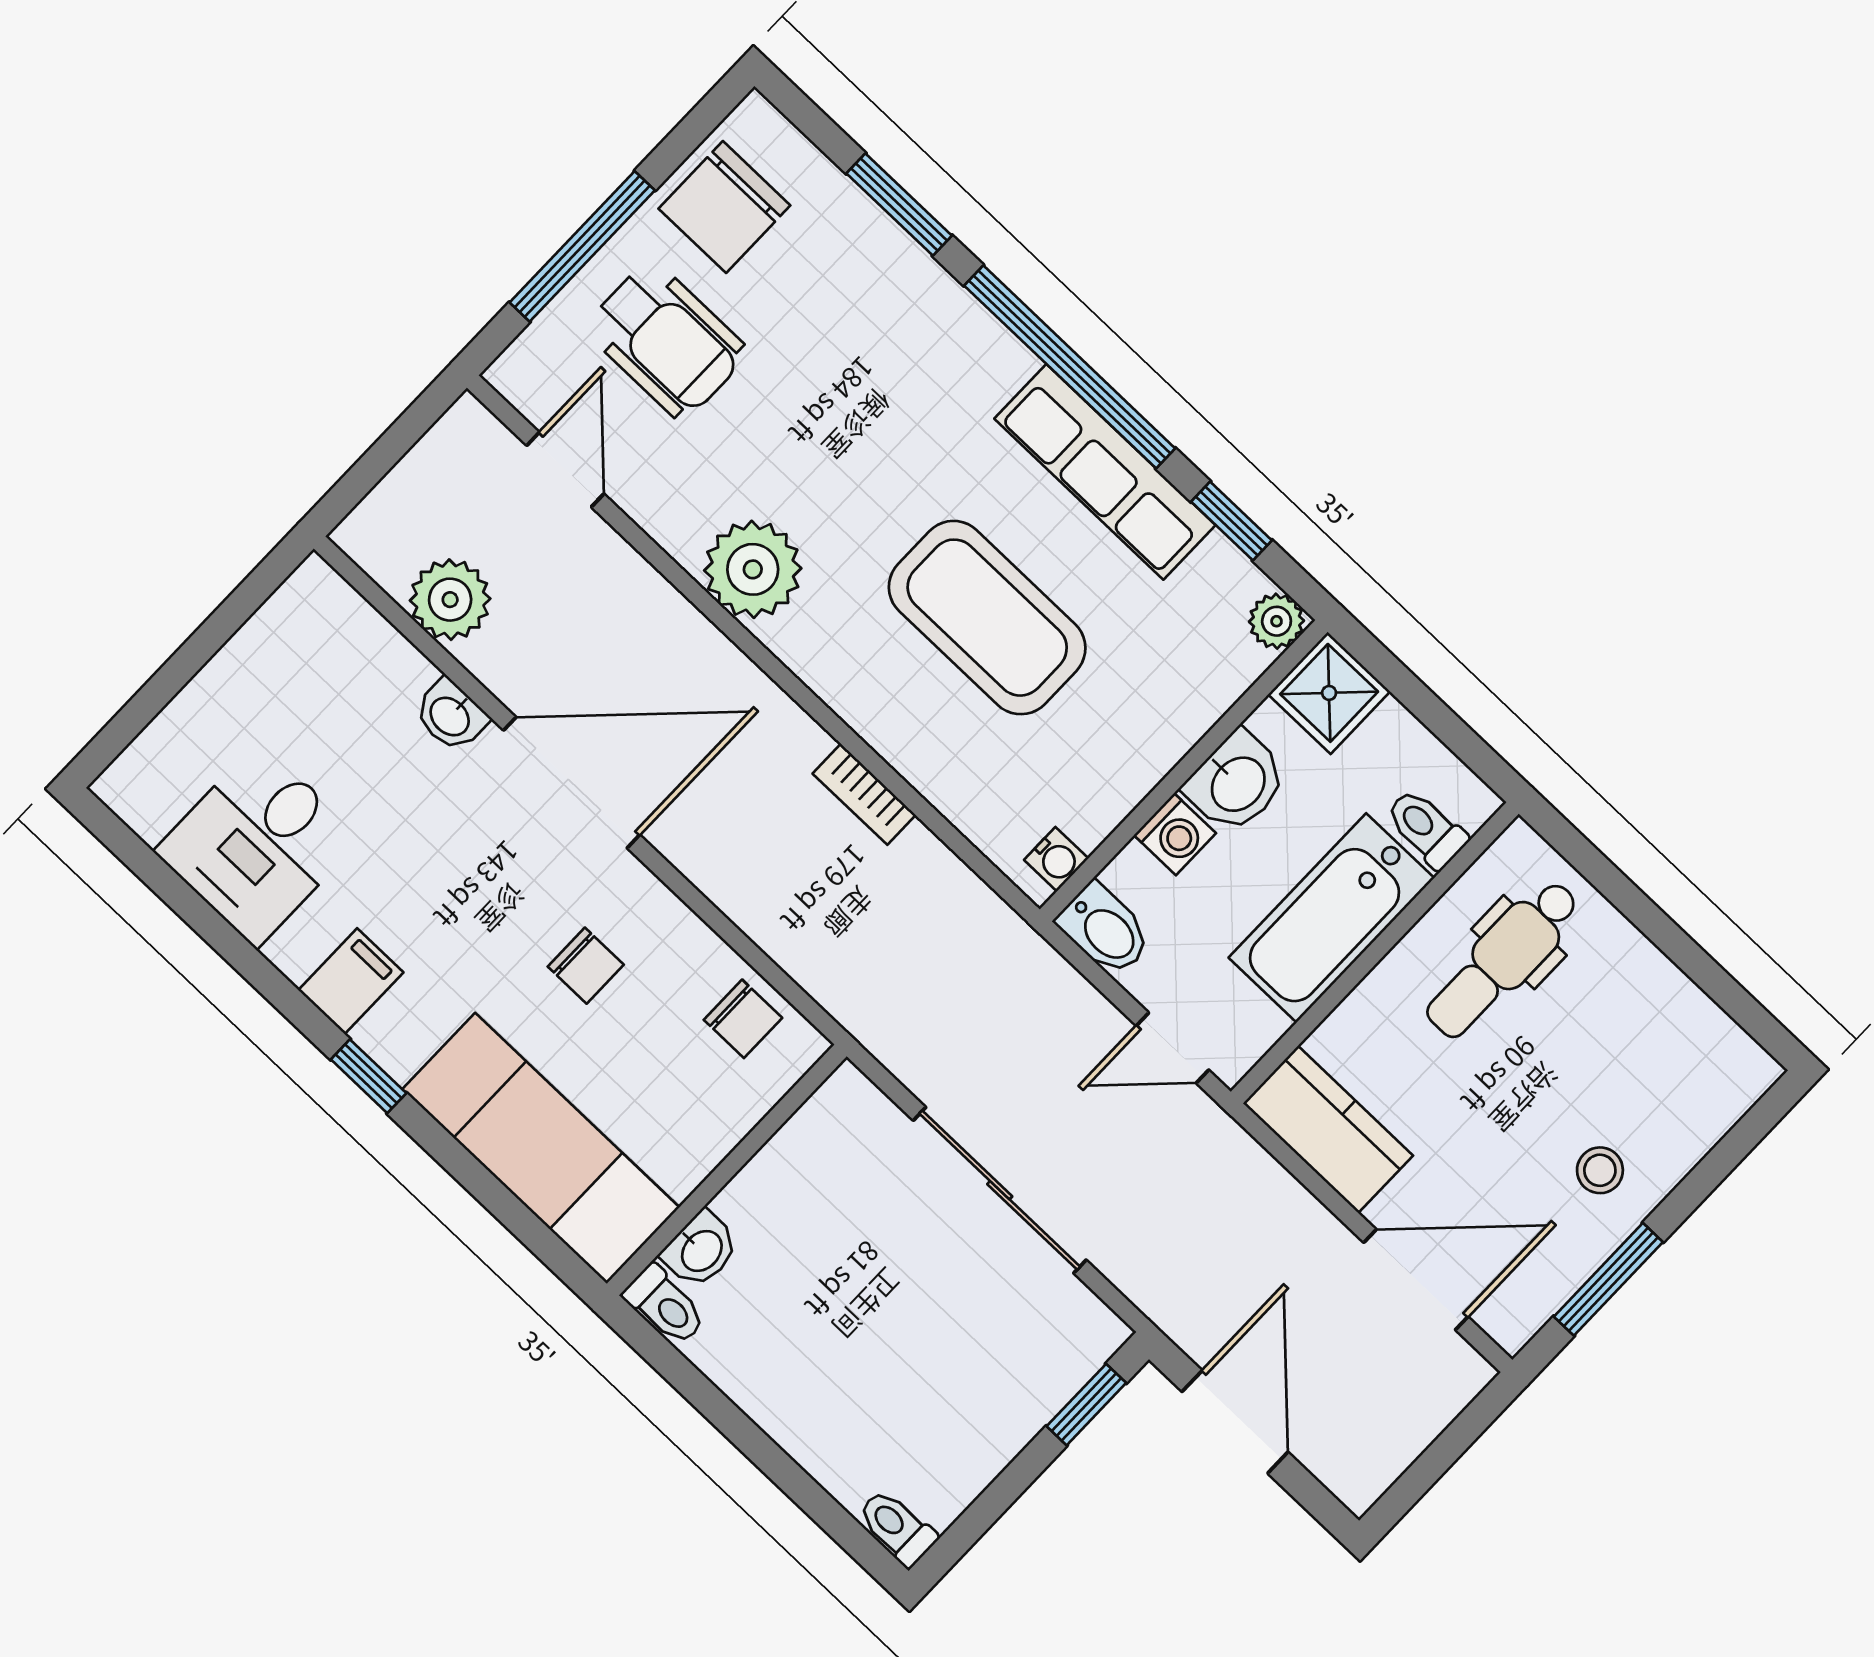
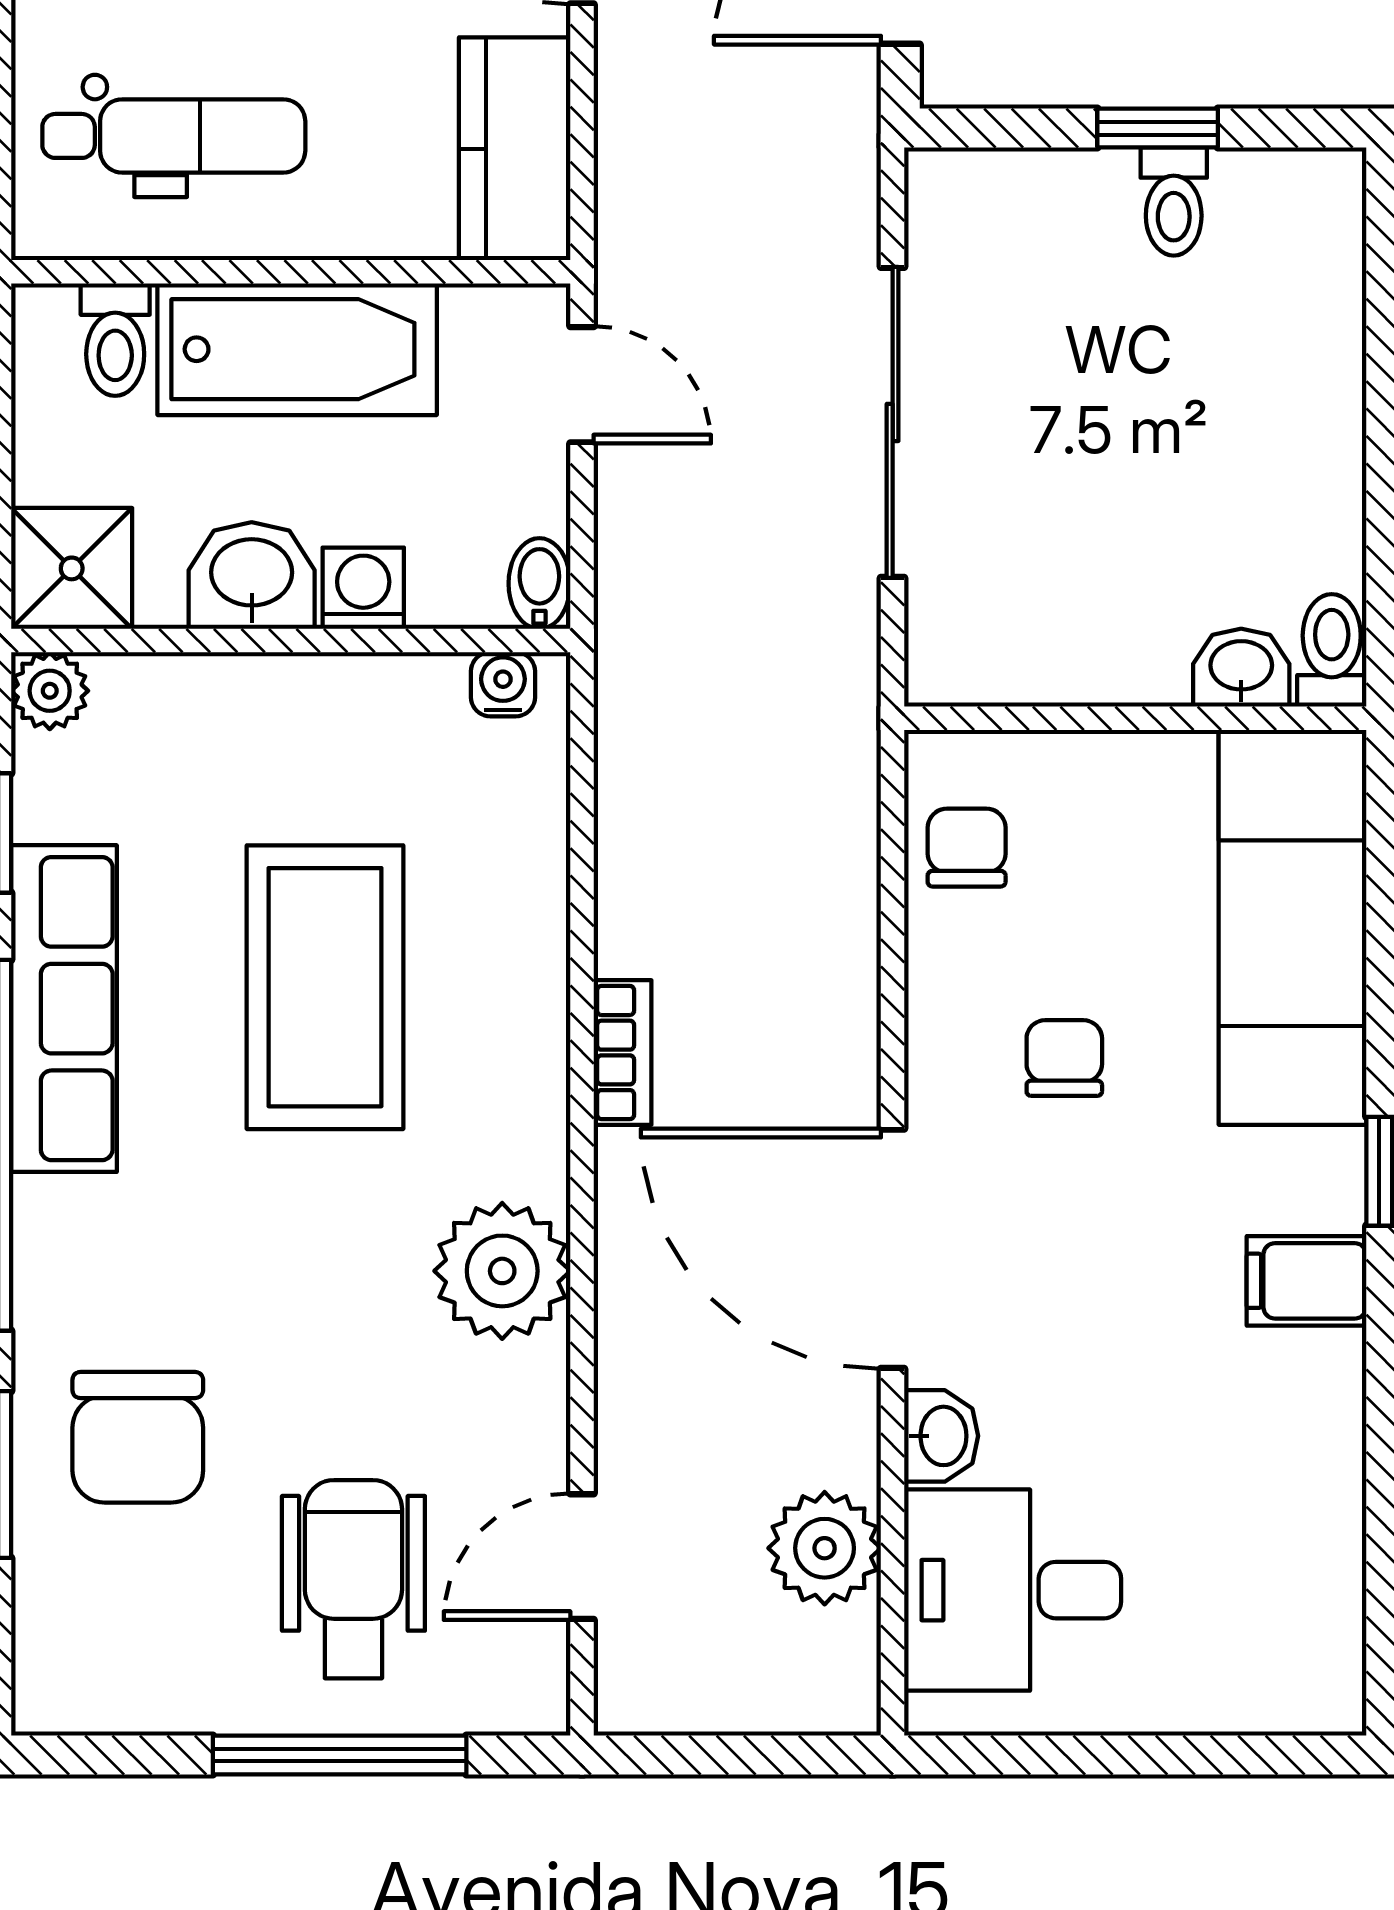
chair: (724, 207) -> (138, 1437), moved, turned 90
bookcase: (864, 794) -> (623, 1053), moved
desk: (258, 845) -> (1013, 1590), moved, turned 180
bidet: (1105, 930) -> (539, 584), width x0.72, depth x0.74
window: (1086, 1405) -> (1158, 128), moved
toilet: (897, 1527) -> (1174, 202), moved

